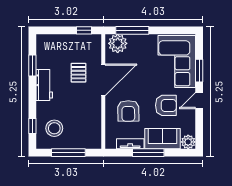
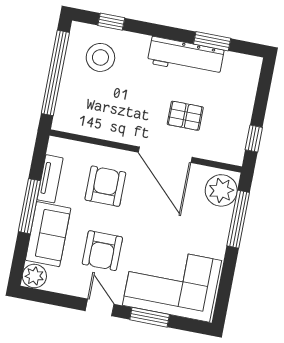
workbench: (44, 85) -> (186, 56), width x1.38
armchair: (128, 111) -> (105, 186), turned 91
window: (68, 153) -> (55, 73), width x1.46

